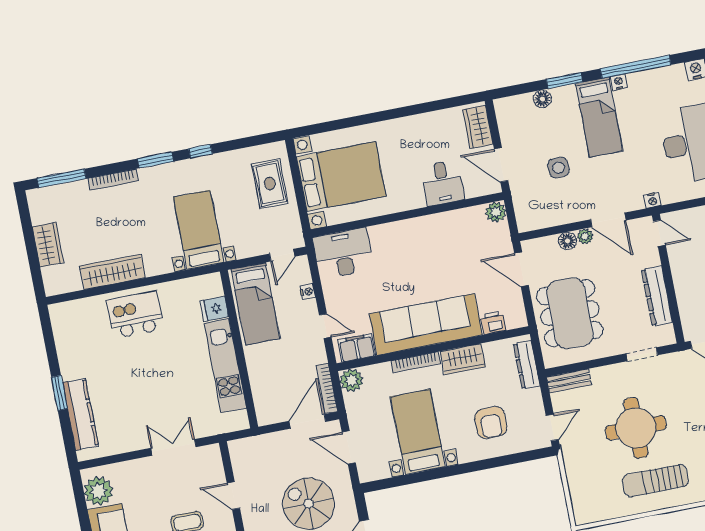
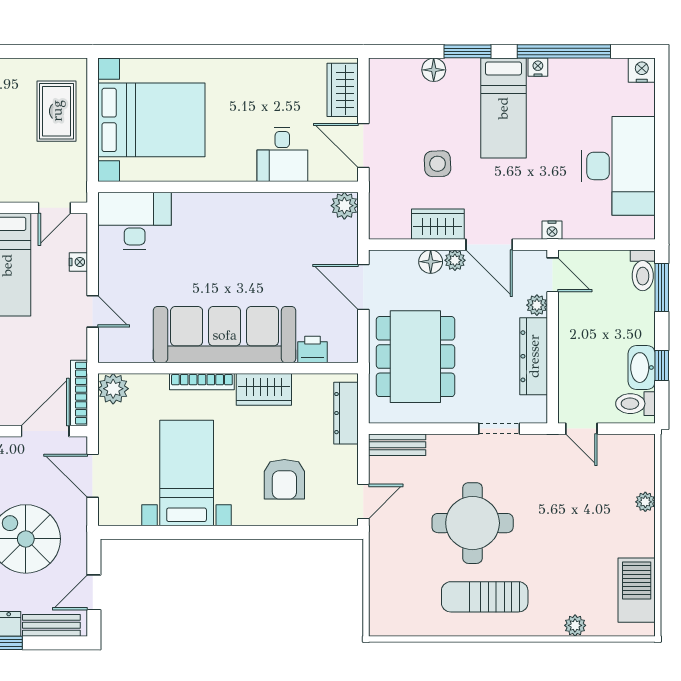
wardrobe: (567, 212) -> (438, 224), added
plant: (652, 258) -> (537, 305), added
filing cabinet: (357, 348) -> (128, 348), removed

